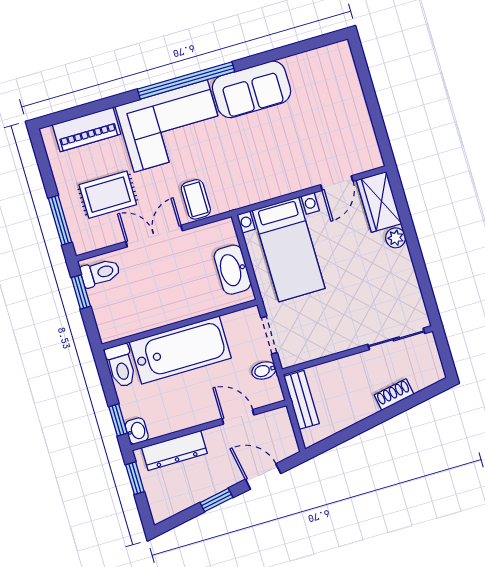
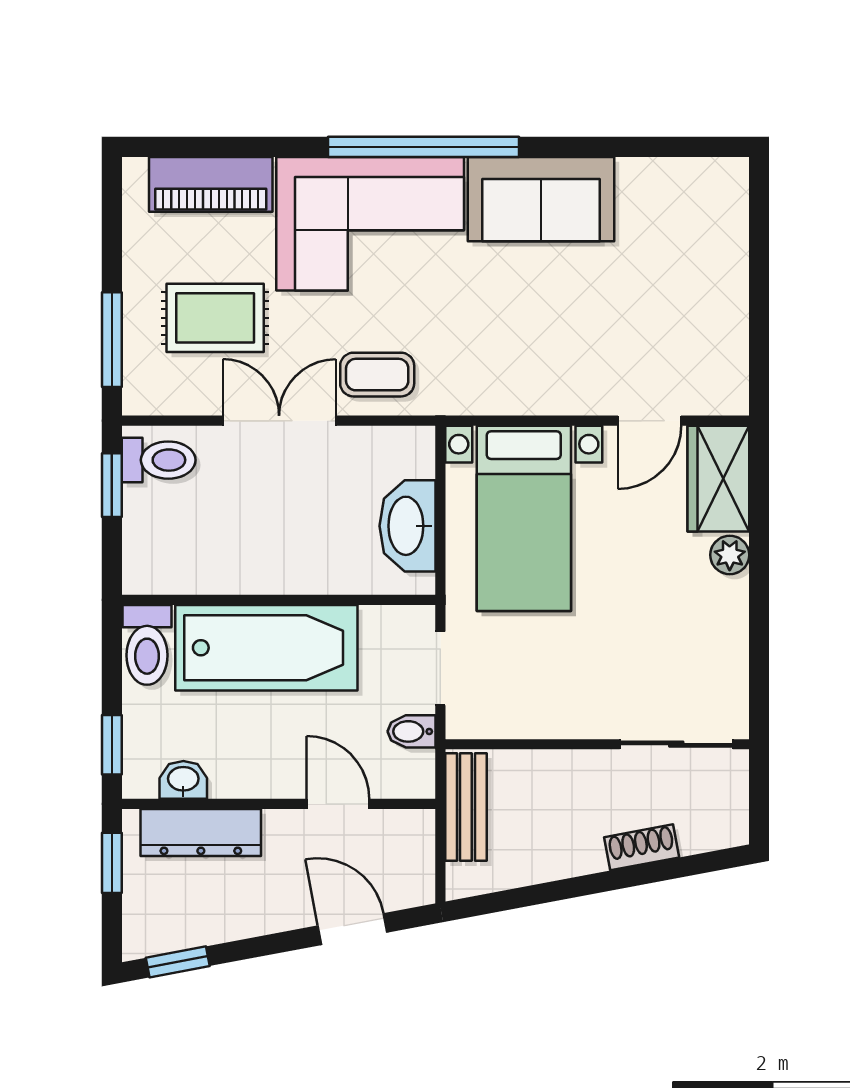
coffee table: (196, 199) -> (377, 375), turned 90
washbasin: (137, 431) -> (183, 780), moved, turned -90
window: (216, 500) -> (178, 962), moved

